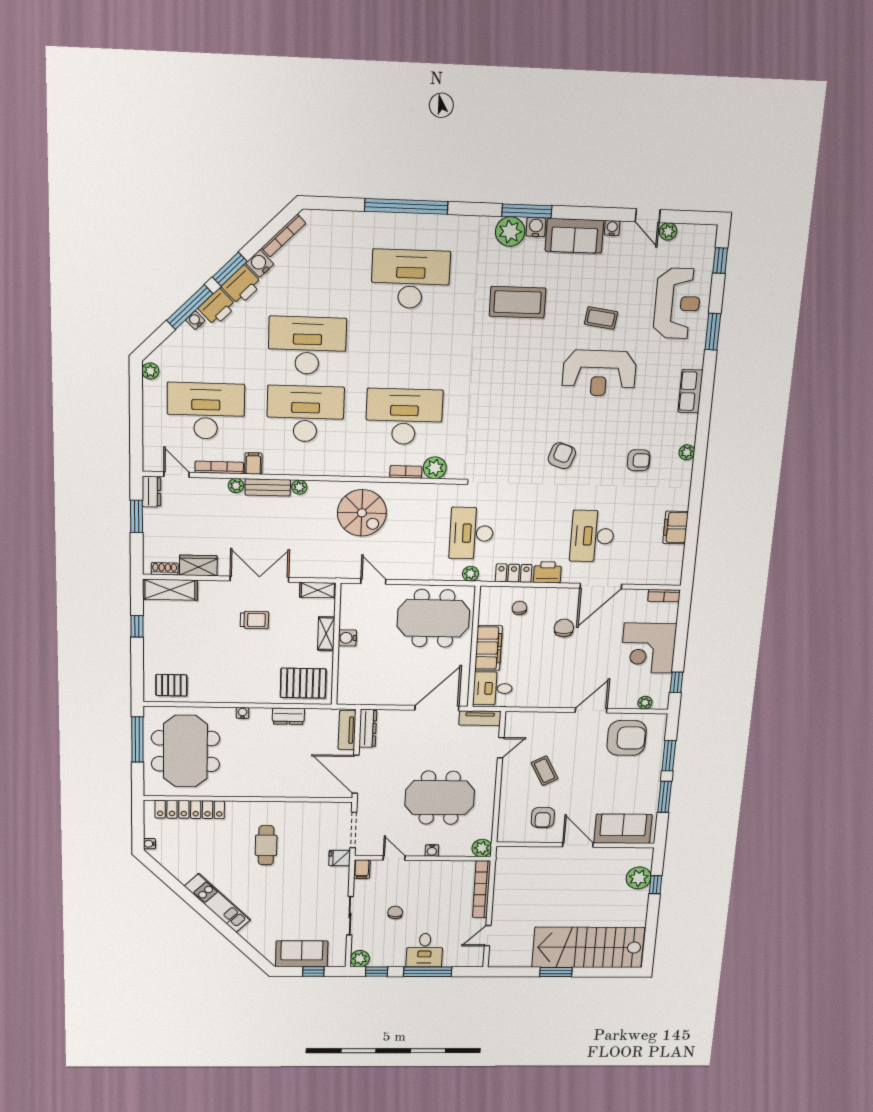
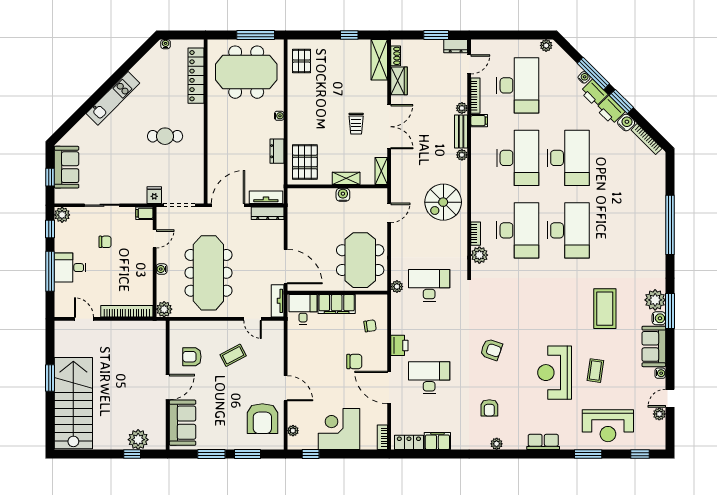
desk: (411, 279) -> (568, 230), moved
locker: (514, 573) -> (409, 442), moved, turned -90
meeting table: (440, 798) -> (208, 273), width x1.36

